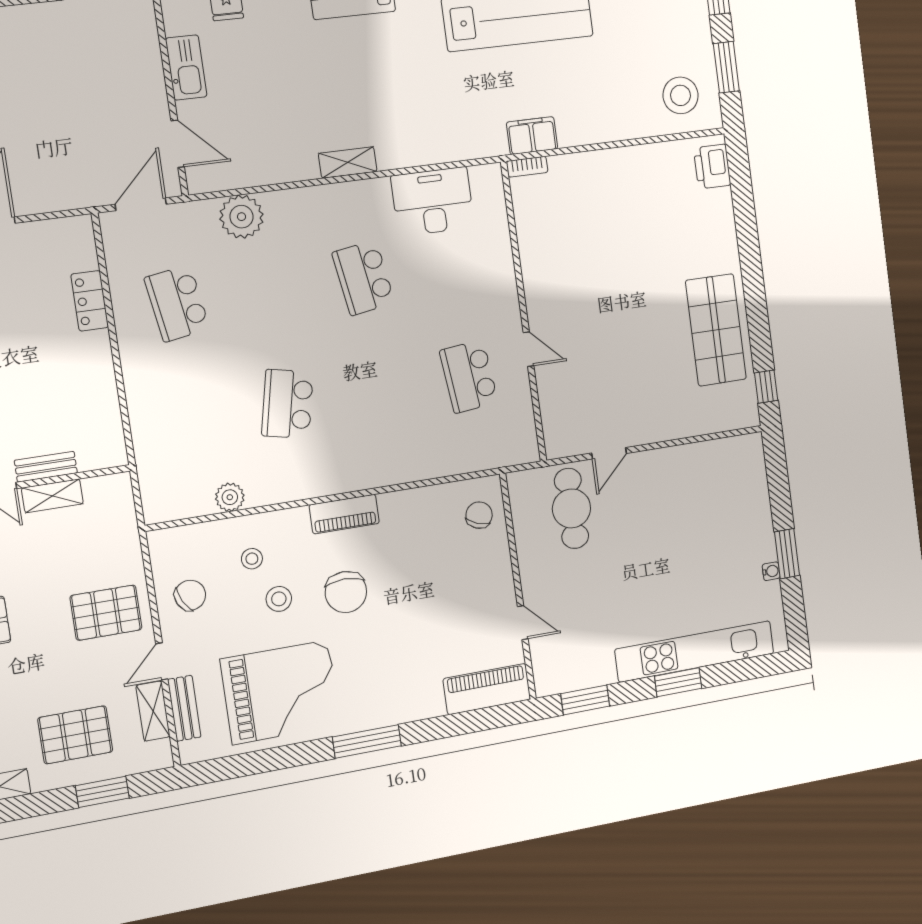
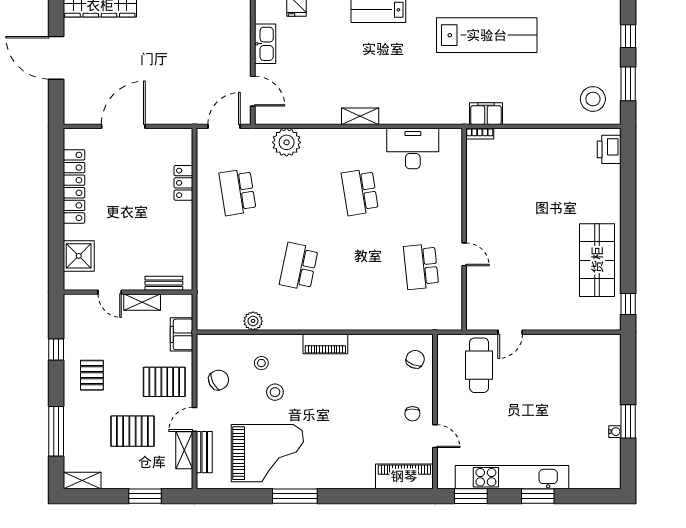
bench: (46, 467) -> (164, 283), moved
filing cabinet: (122, 535) -> (182, 334), added
chair: (346, 592) -> (412, 414), moved, width x0.54, depth x0.54
kitchen unit: (695, 651) -> (512, 477), moved
pallet: (75, 735) -> (132, 431), moved
window: (367, 741) -> (295, 496), moved

